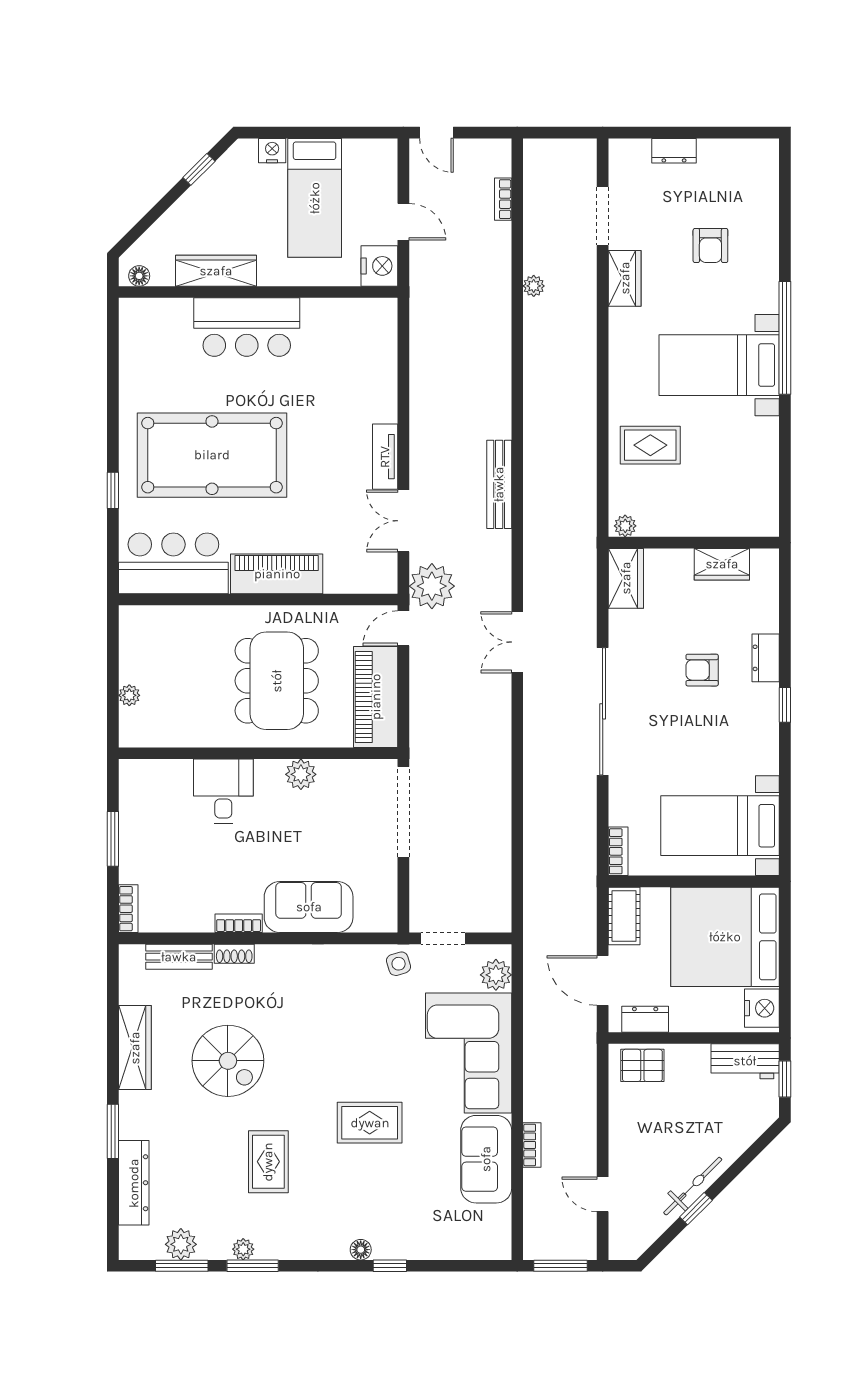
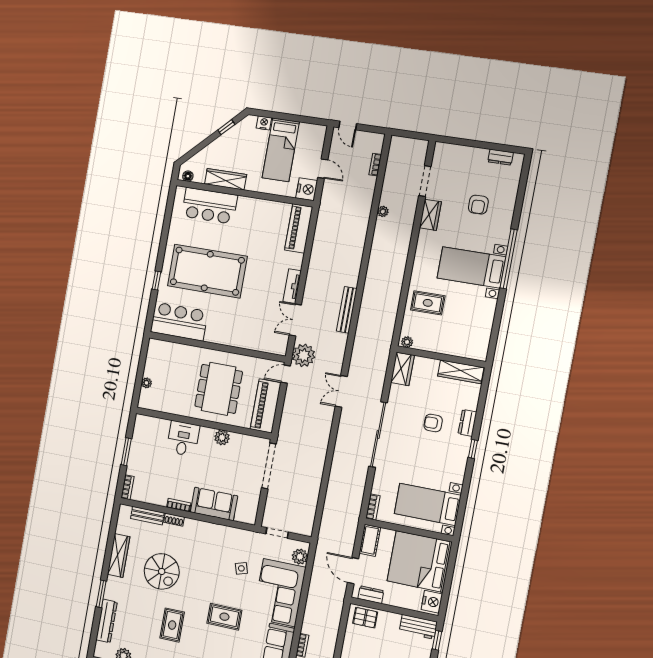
dresser: (674, 151) -> (500, 157), moved
bar counter: (247, 327) -> (209, 206), moved
wardrobe: (722, 564) -> (461, 372), width x1.50
piano: (277, 574) -> (299, 229), moved, turned -90
side table: (399, 964) -> (241, 568), moved

